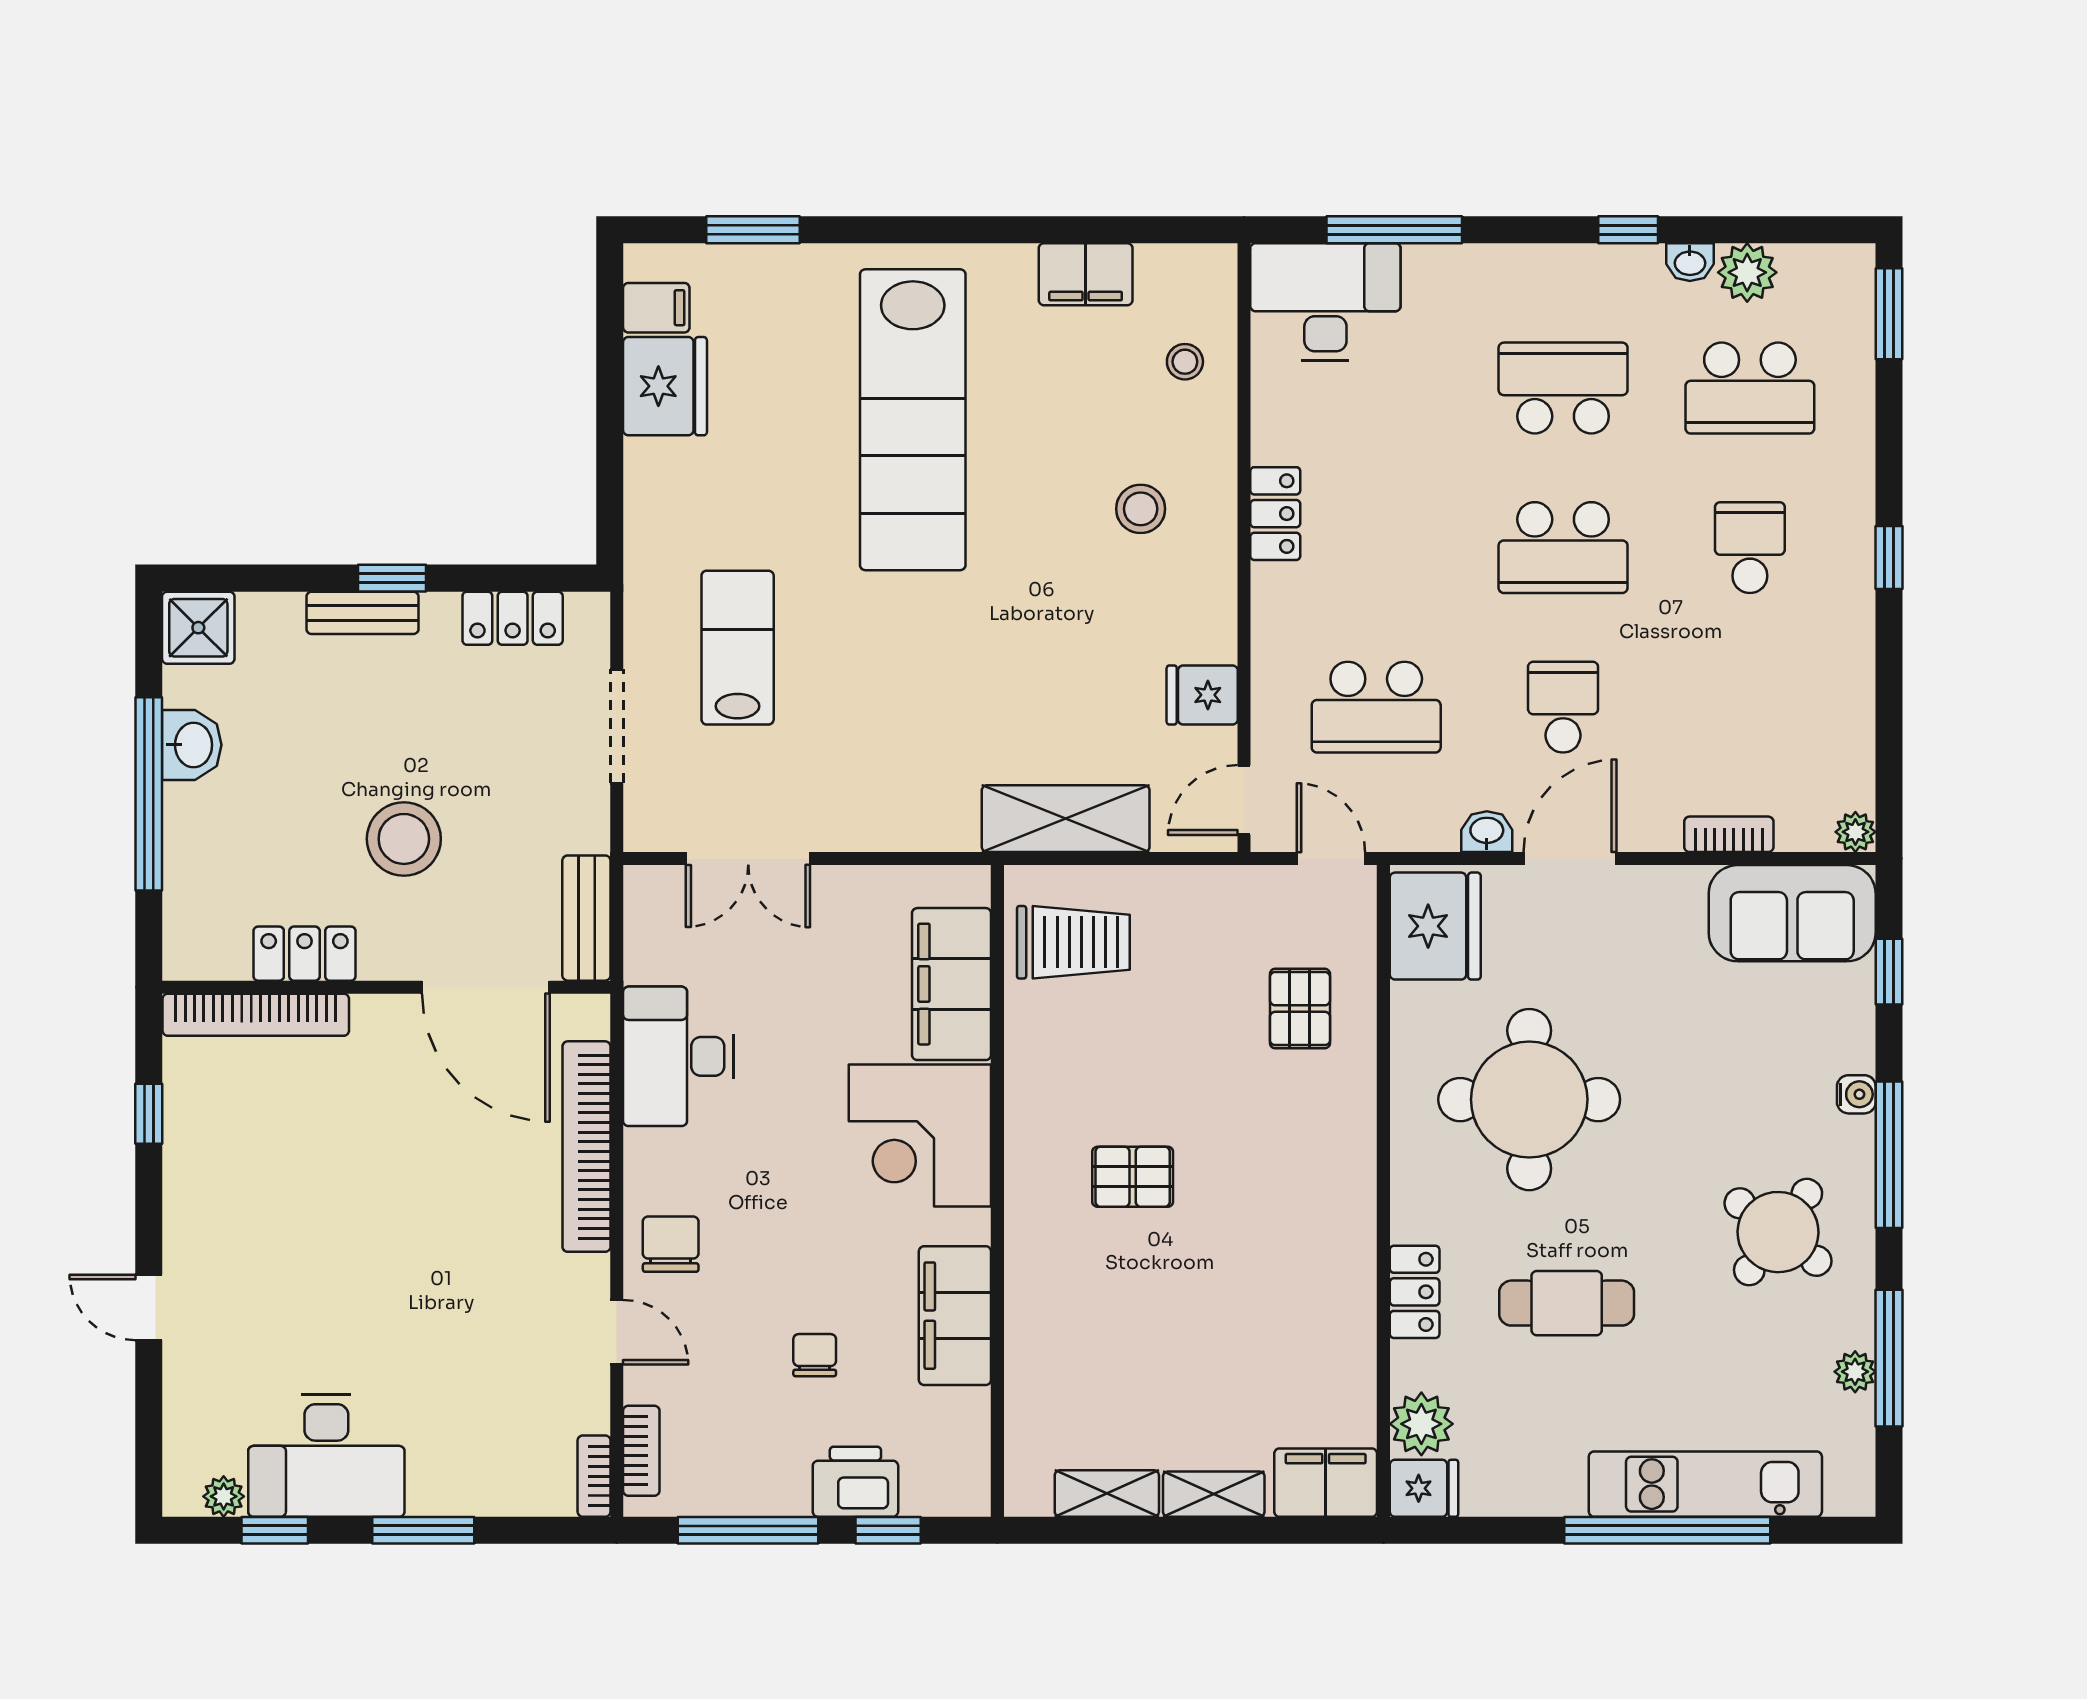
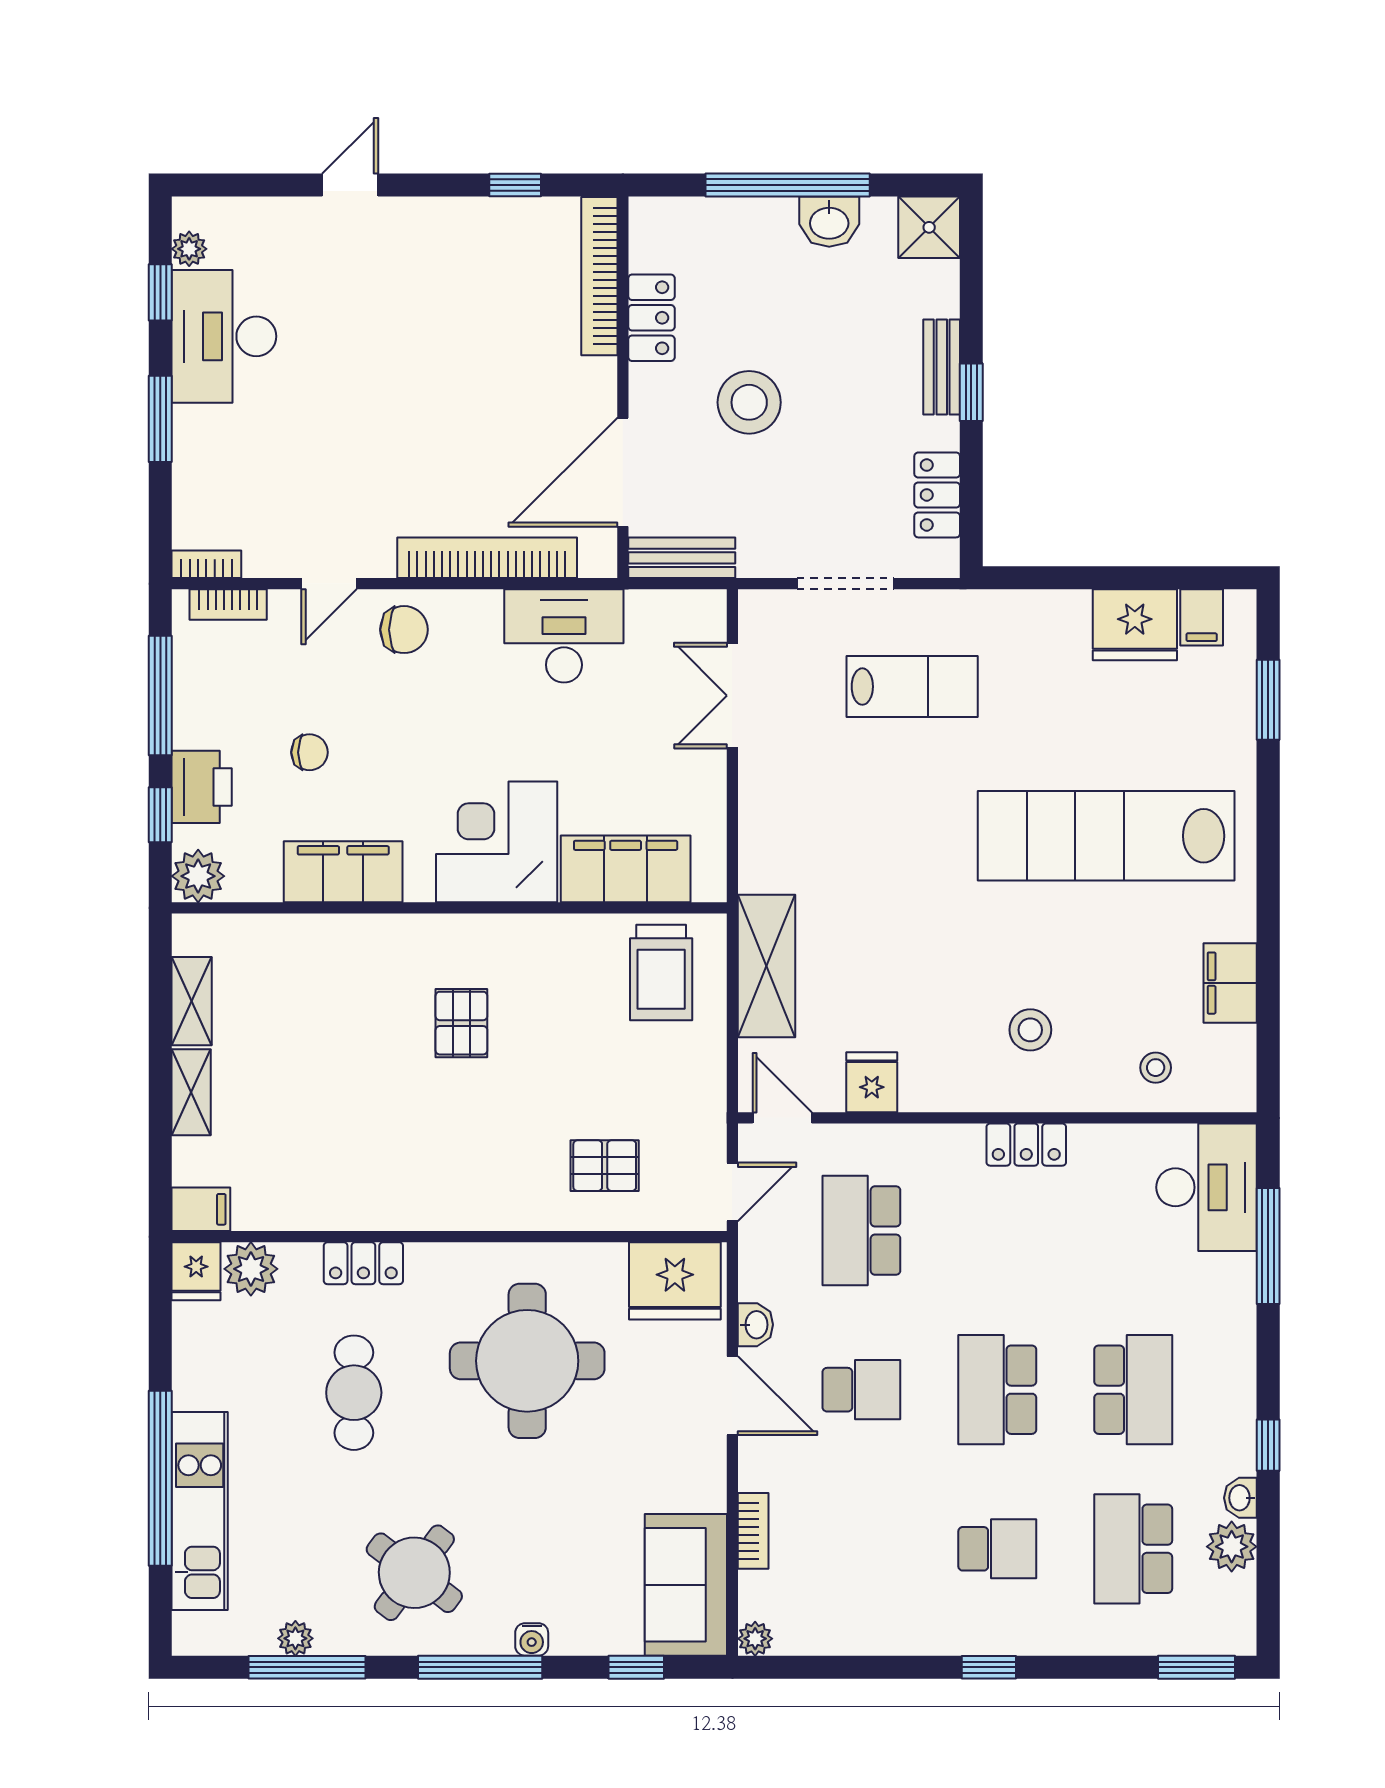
filing cabinet: (1326, 1483) -> (201, 1209), width x0.50
plant: (960, 1486) -> (198, 876), added

